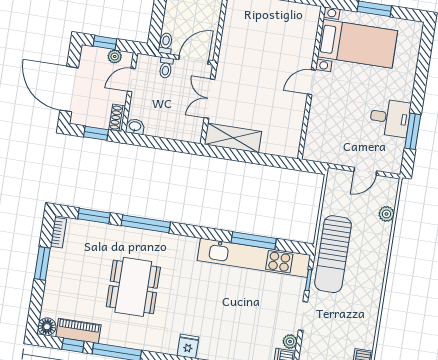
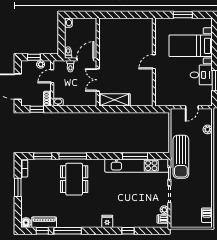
bed with nightstands: (358, 44) -> (191, 46), moved, turned 180
dining table: (133, 287) -> (74, 179), moved

